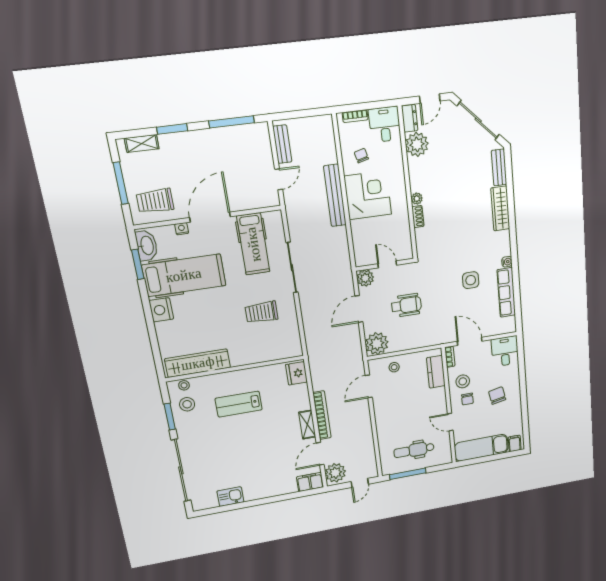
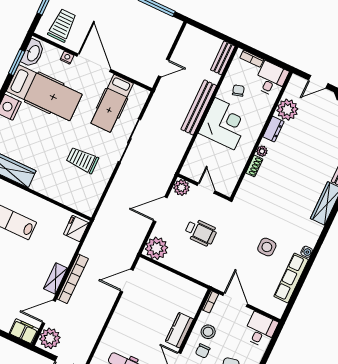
dresser: (410, 118) -> (273, 129), moved
bench: (282, 144) -> (223, 58), moved
trolley: (155, 201) -> (62, 25), turned 91
door: (210, 217) -> (94, 63), hinge flipped
stool: (394, 367) -> (158, 279), removed
kitchen counter: (436, 372) -> (179, 330), moved

